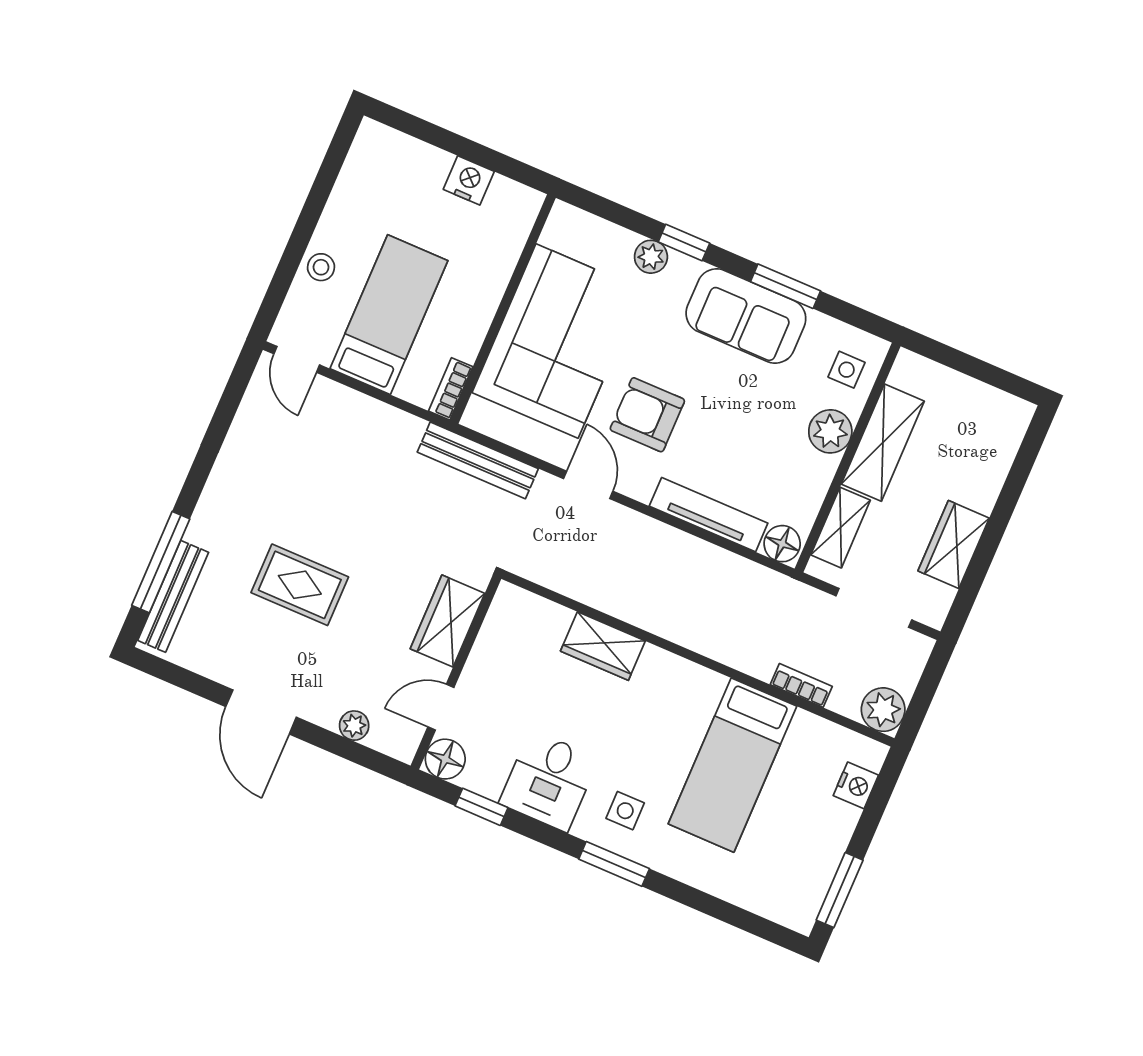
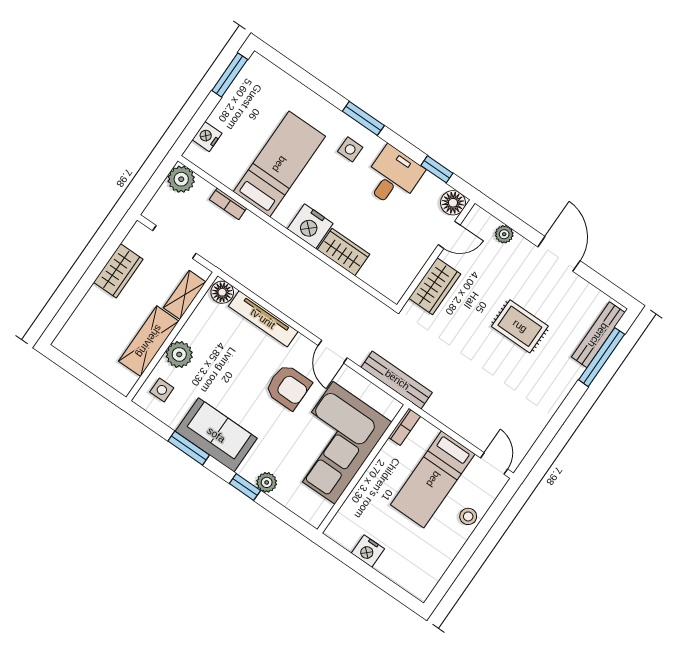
nightstand: (664, 676) -> (310, 226), added

